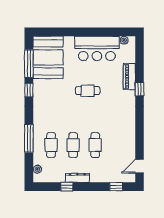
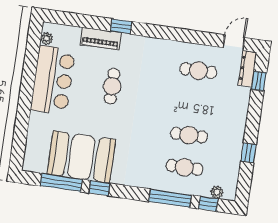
booth: (48, 57) -> (81, 157), moved
cafe table: (88, 91) -> (112, 86), moved
cafe table: (95, 145) -> (198, 71), moved
window: (29, 165) -> (208, 204), added
door: (139, 166) -> (234, 43), swing flipped
dresser: (77, 178) -> (247, 69), moved

